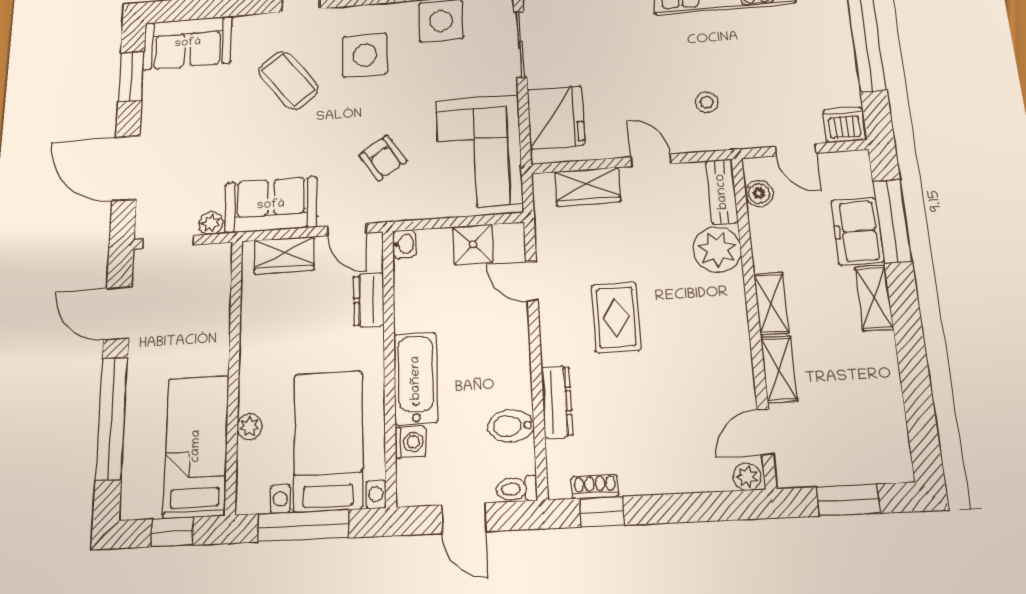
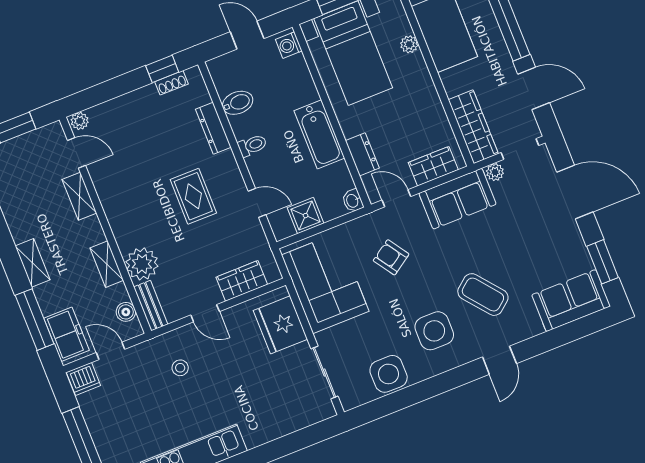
freezer: (857, 231) -> (67, 334), moved
wardrobe: (213, 289) -> (473, 127), added
shelving: (771, 303) -> (107, 264), moved
bathtub: (416, 378) -> (319, 134), moved
door: (765, 432) -> (76, 153), hinge flipped
washing machine: (410, 442) -> (289, 45), moved
toilet: (517, 489) -> (252, 145), moved

